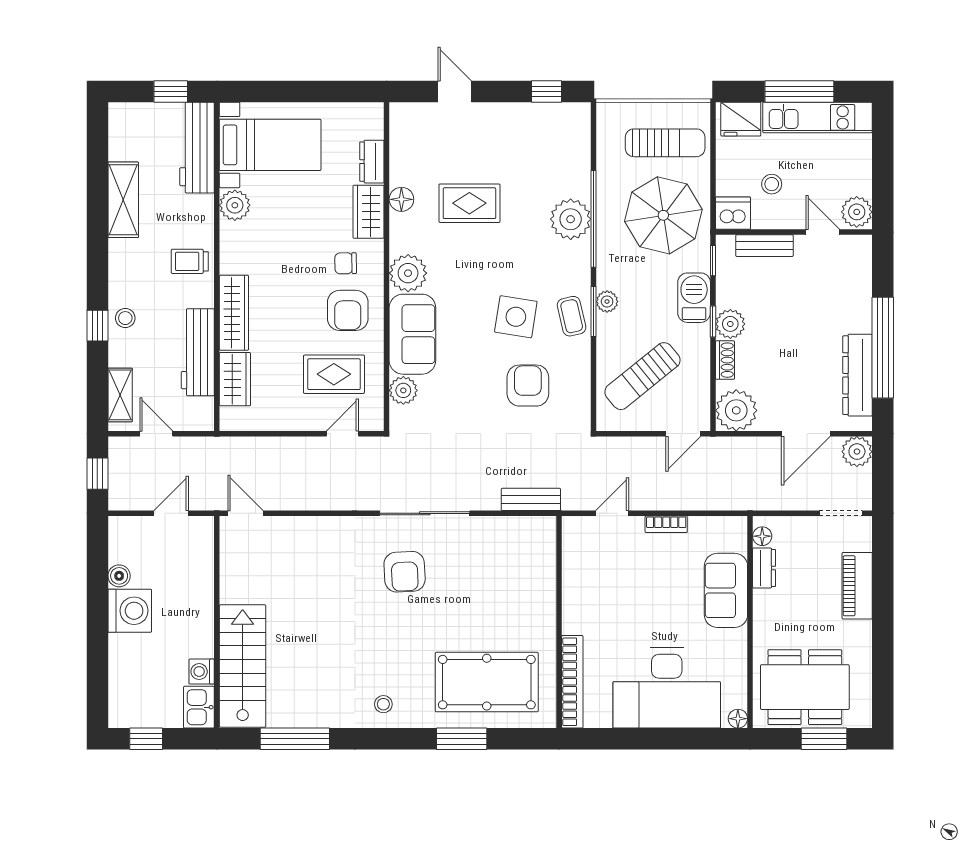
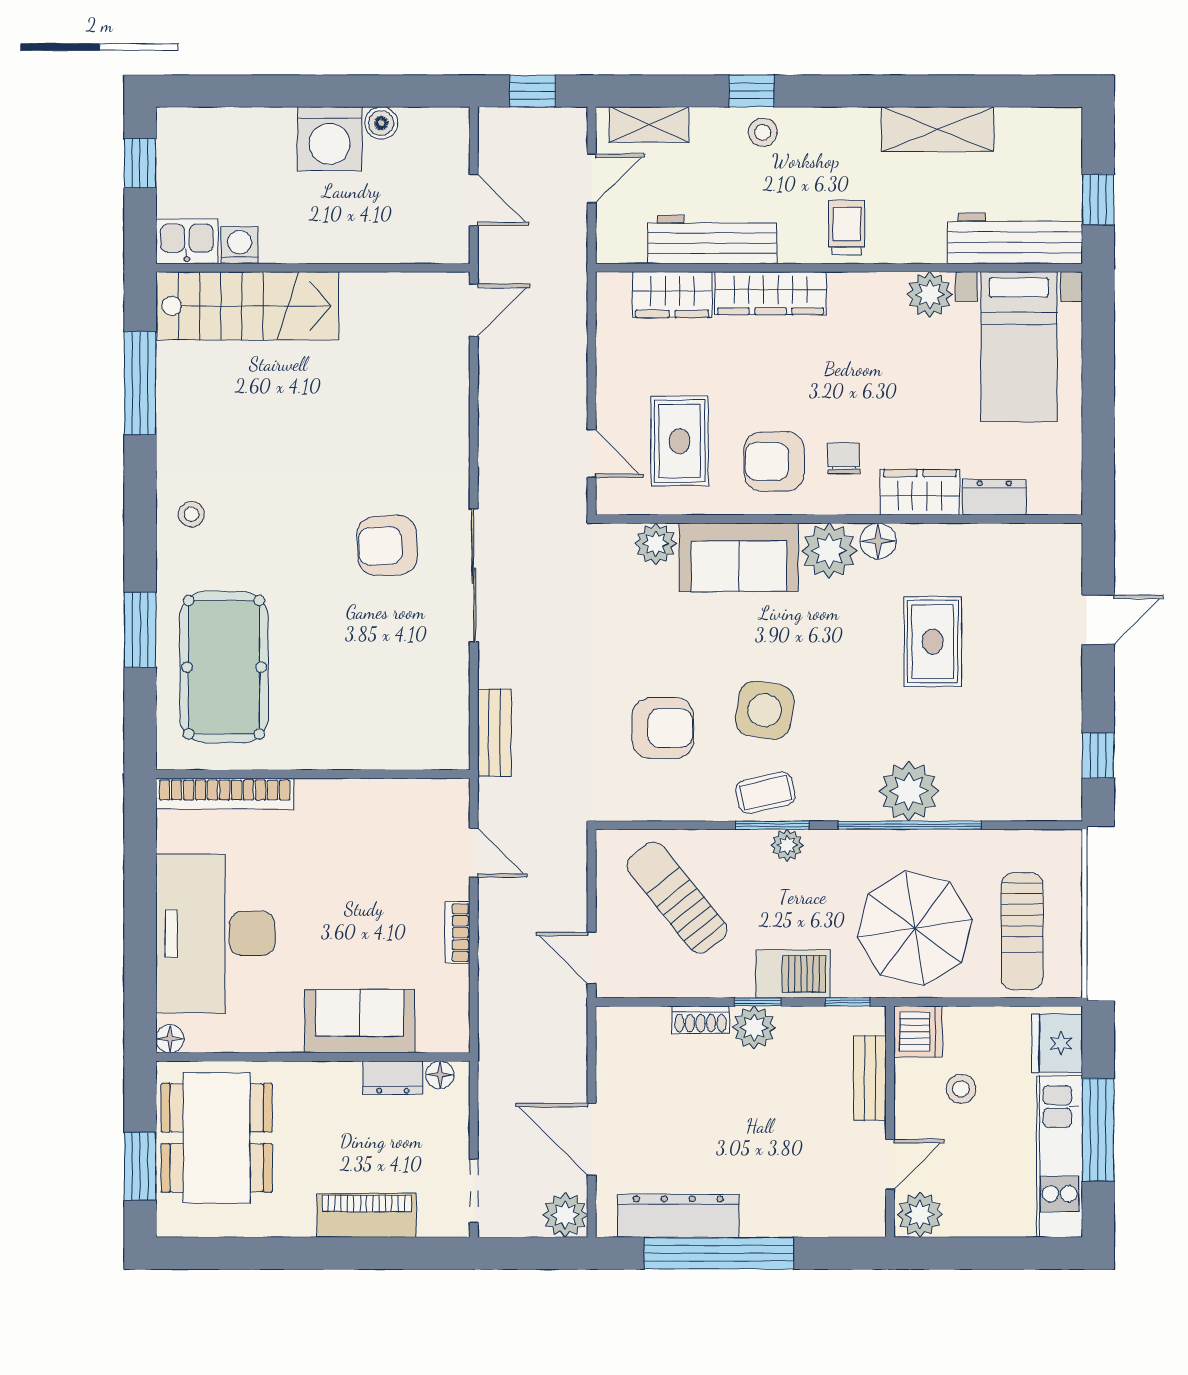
floor lamp: (401, 199) -> (878, 541), moved
plant: (736, 410) -> (626, 1036), removed

